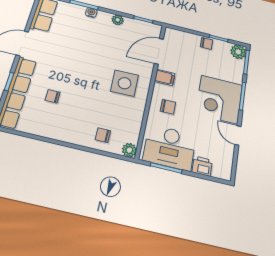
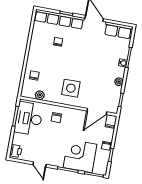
door: (159, 51) -> (97, 111), swing flipped
plant: (238, 52) -> (101, 169), removed
filing cabinet: (165, 77) -> (111, 122), moved
corner desk: (219, 99) -> (80, 156), moved
door: (238, 135) -> (40, 165), swing flipped
plant: (129, 150) -> (40, 95), moved
printer: (202, 166) -> (16, 151), moved

